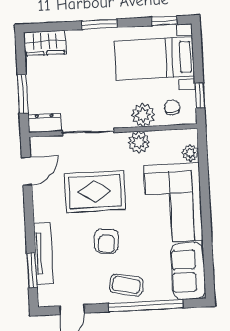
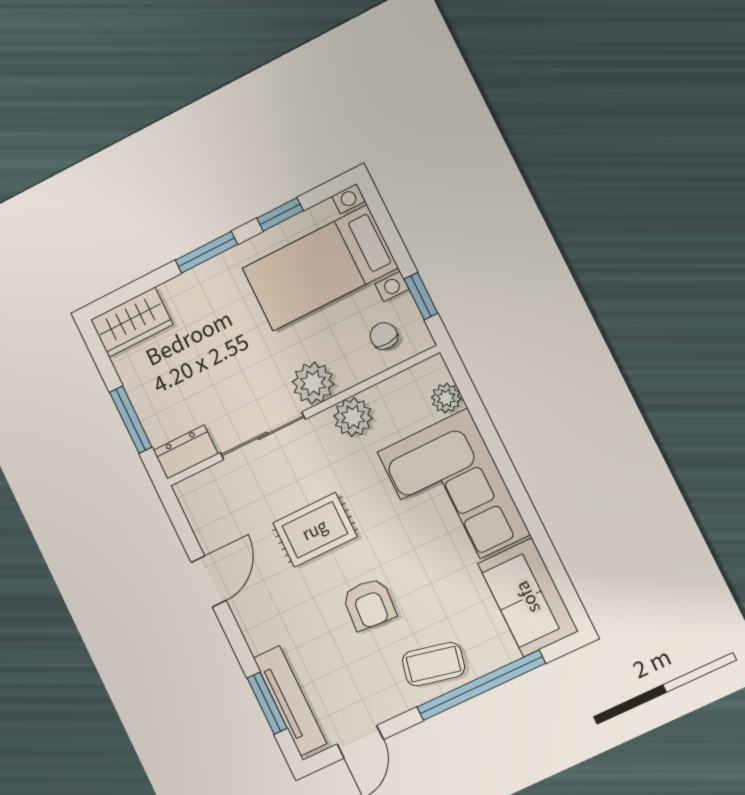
window: (164, 21) -> (280, 214), moved
plant: (143, 115) -> (313, 383), moved
door: (27, 171) -> (209, 581), moved
rug: (95, 192) -> (315, 530), width x0.73, depth x0.70
tv unit: (43, 253) -> (290, 701), moved

